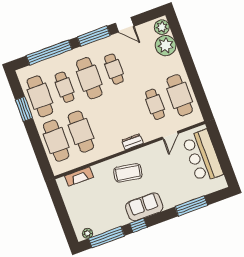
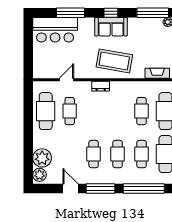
cafe table: (89, 78) -> (118, 154), width x0.73, depth x0.74
cafe table: (81, 132) -> (142, 111), width x0.73, depth x0.74
bar counter: (203, 156) -> (55, 30), moved, turned 90
coffee table: (128, 173) -> (114, 61), width x1.36, depth x1.32
window: (138, 225) -> (111, 13), moved

